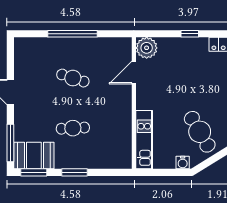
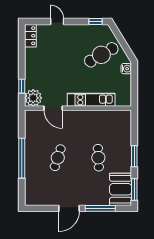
window: (190, 34) -> (22, 86), moved
kitchen unit: (144, 140) -> (91, 100), moved
window: (10, 143) -> (100, 208), moved

